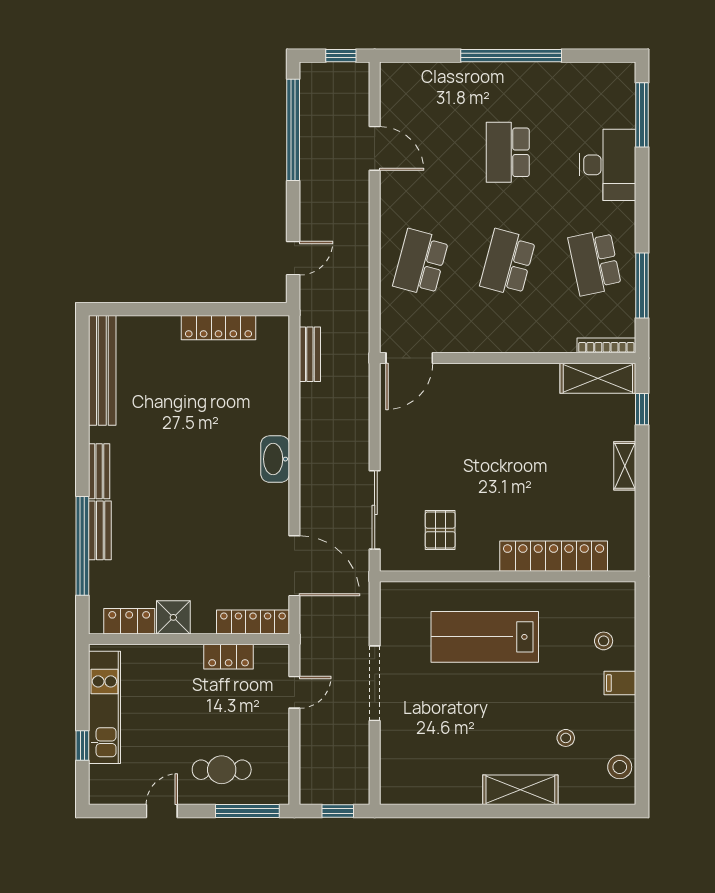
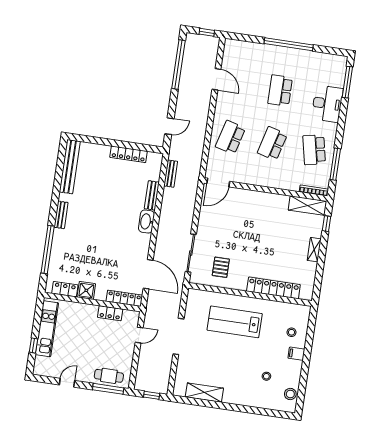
bench: (100, 530) -> (152, 195), moved
cafe table: (222, 770) -> (109, 376), moved
shelving: (520, 790) -> (204, 393), moved

